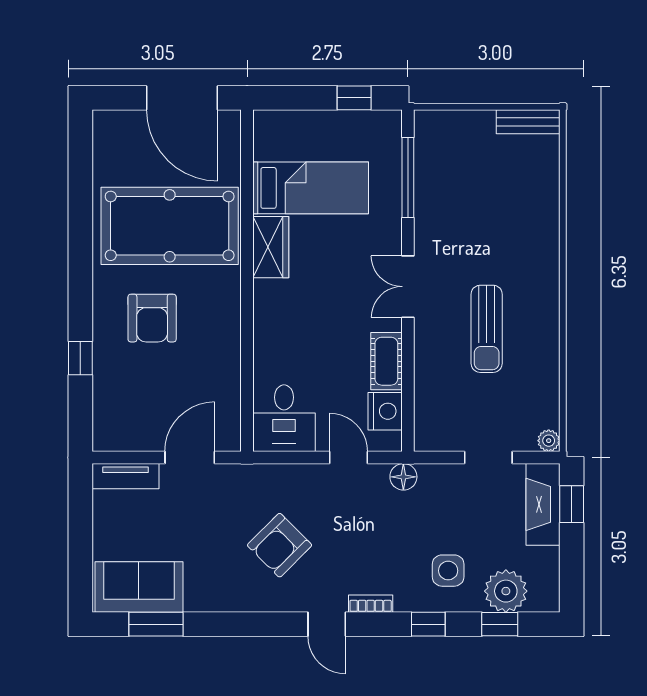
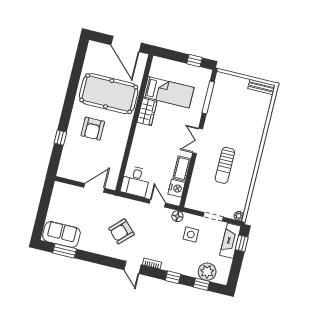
tv unit: (126, 476) -> (67, 189), removed
side table: (448, 571) -> (191, 234), moved

